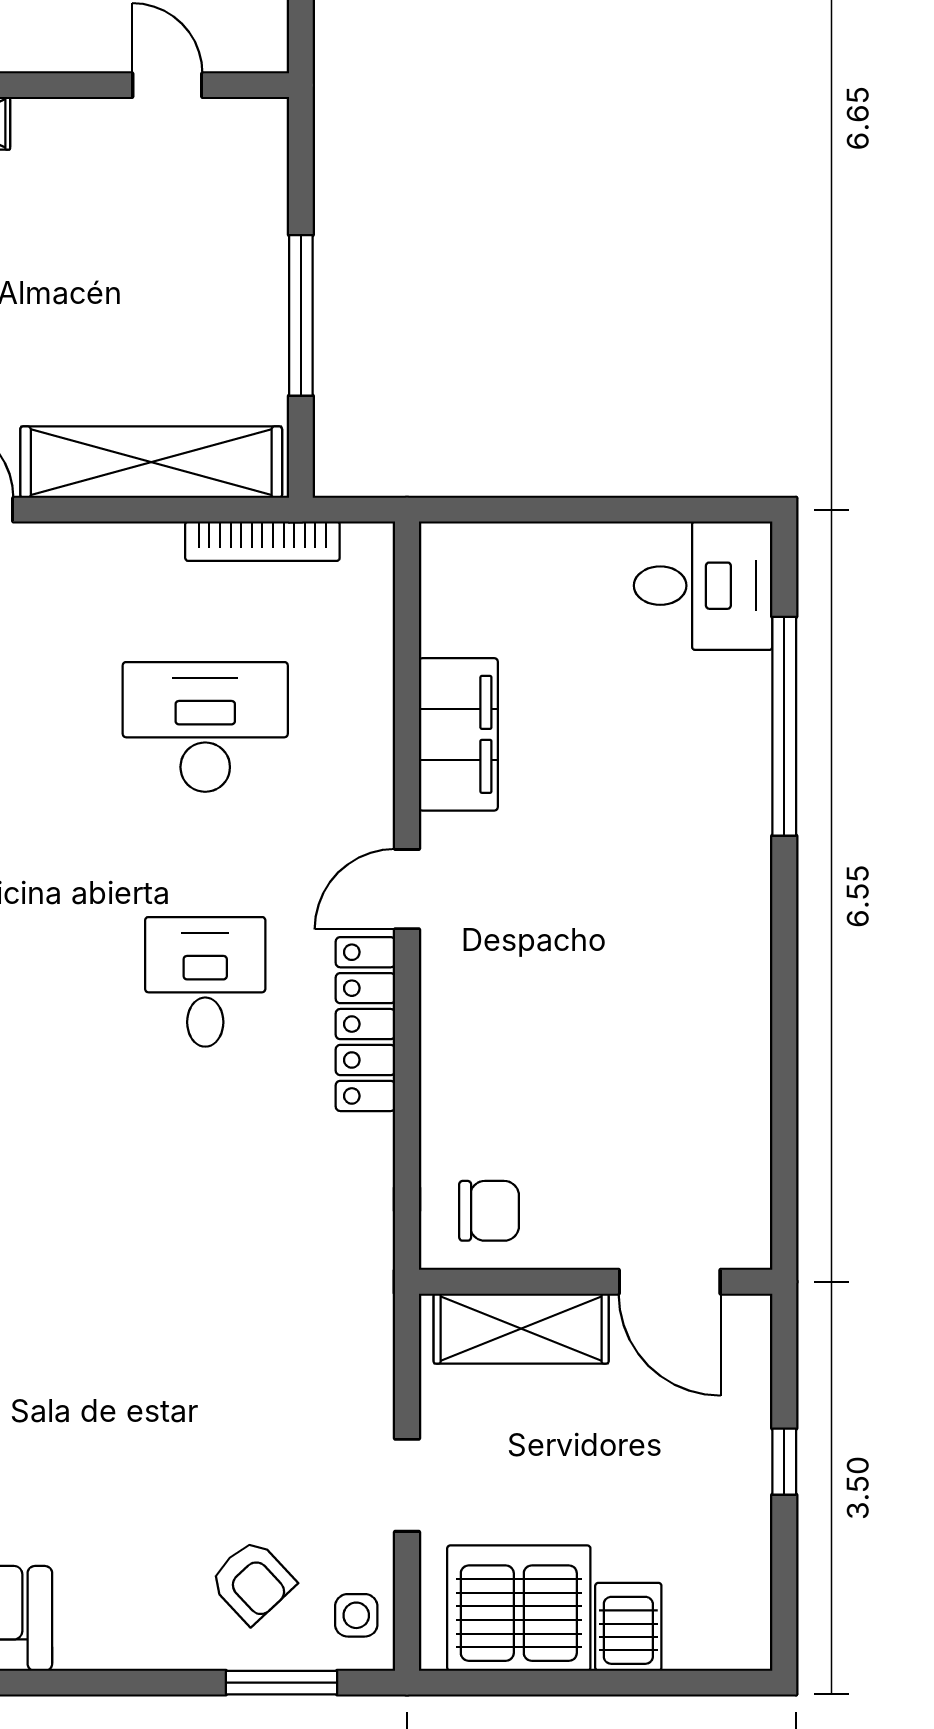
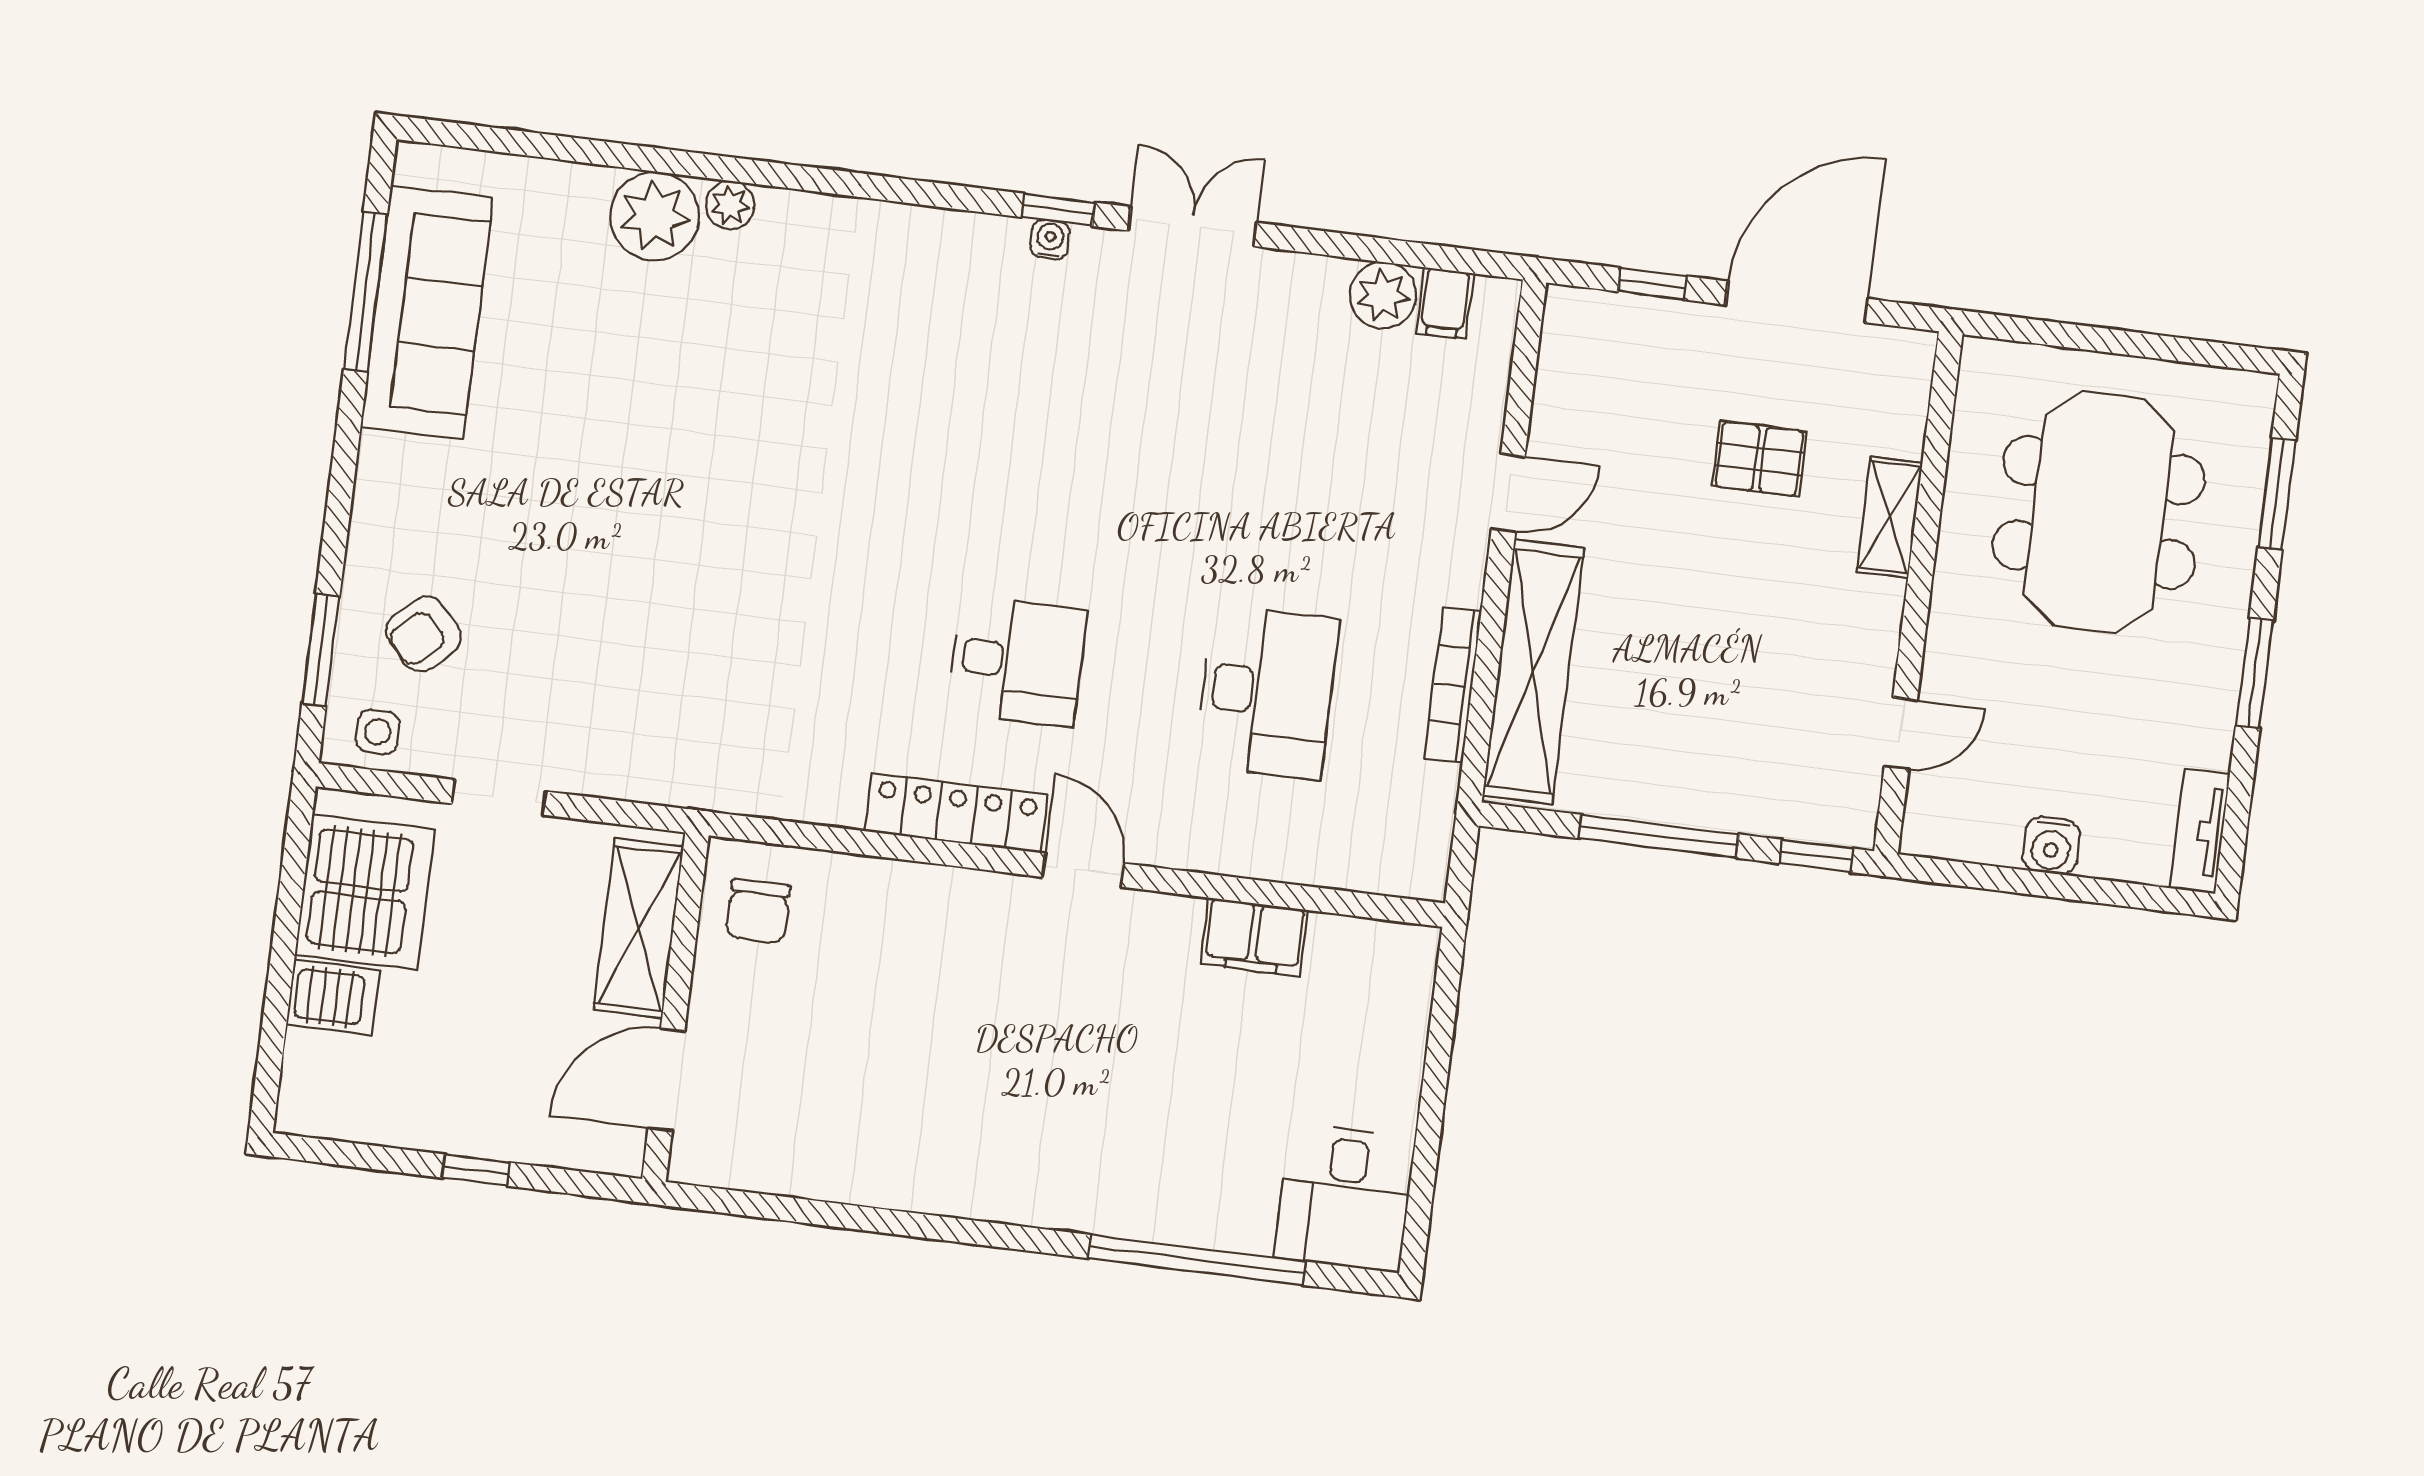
window: (301, 155) -> (1816, 856), added
bookcase: (262, 541) -> (1453, 685), moved
filing cabinet: (458, 734) -> (1254, 937), width x0.67, depth x0.86

